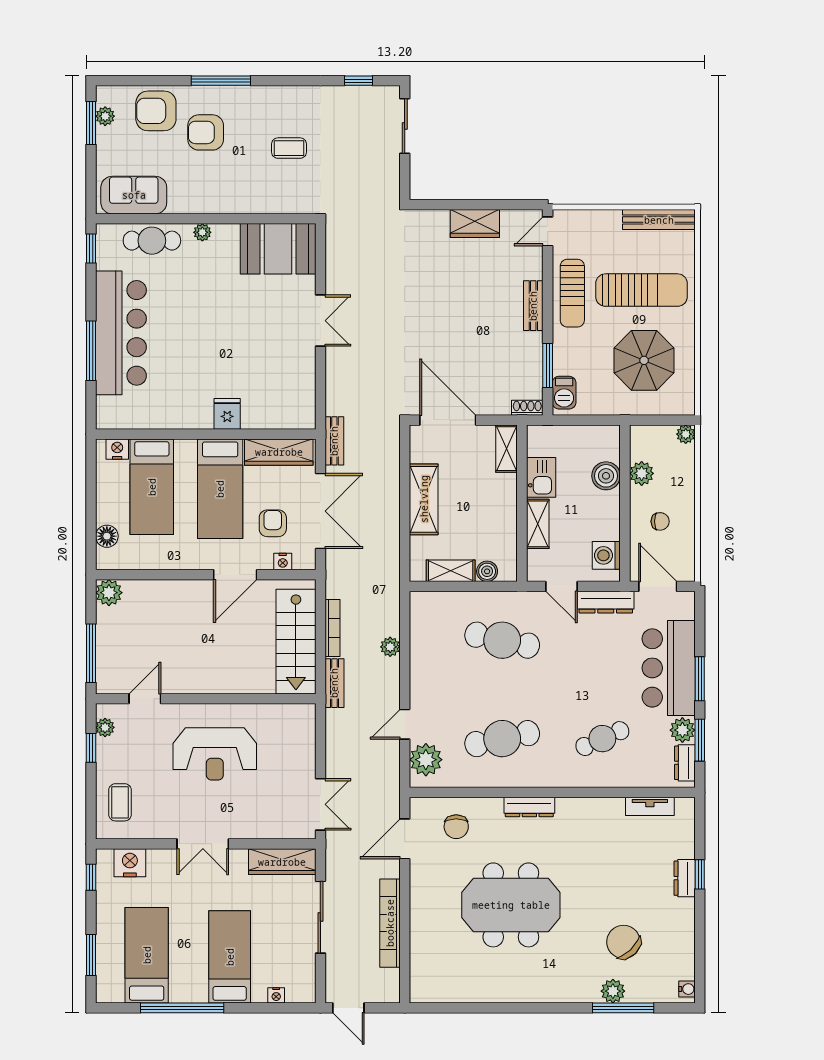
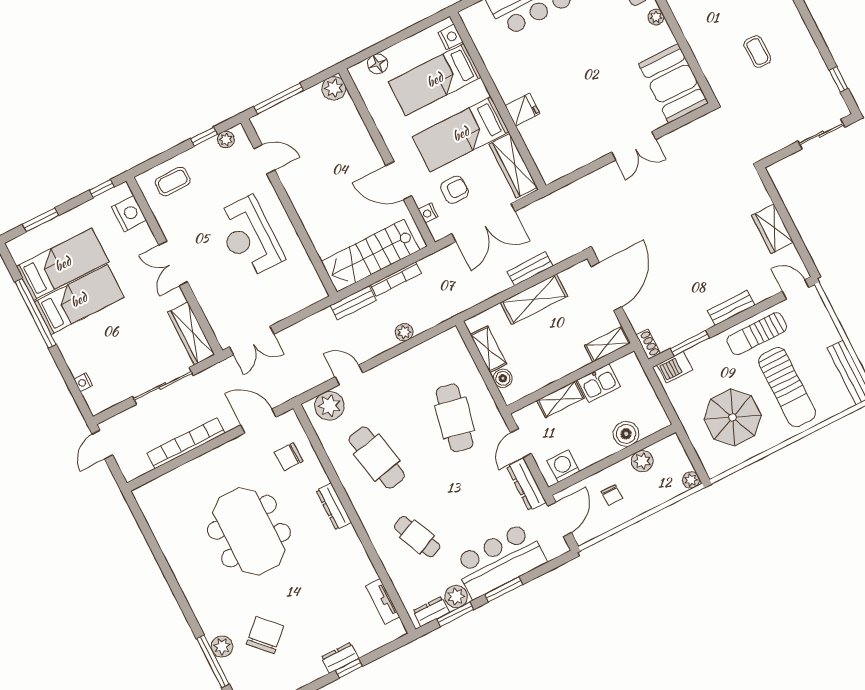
bench: (334, 441) -> (530, 269), moved
bed: (230, 957) -> (79, 300), moved

